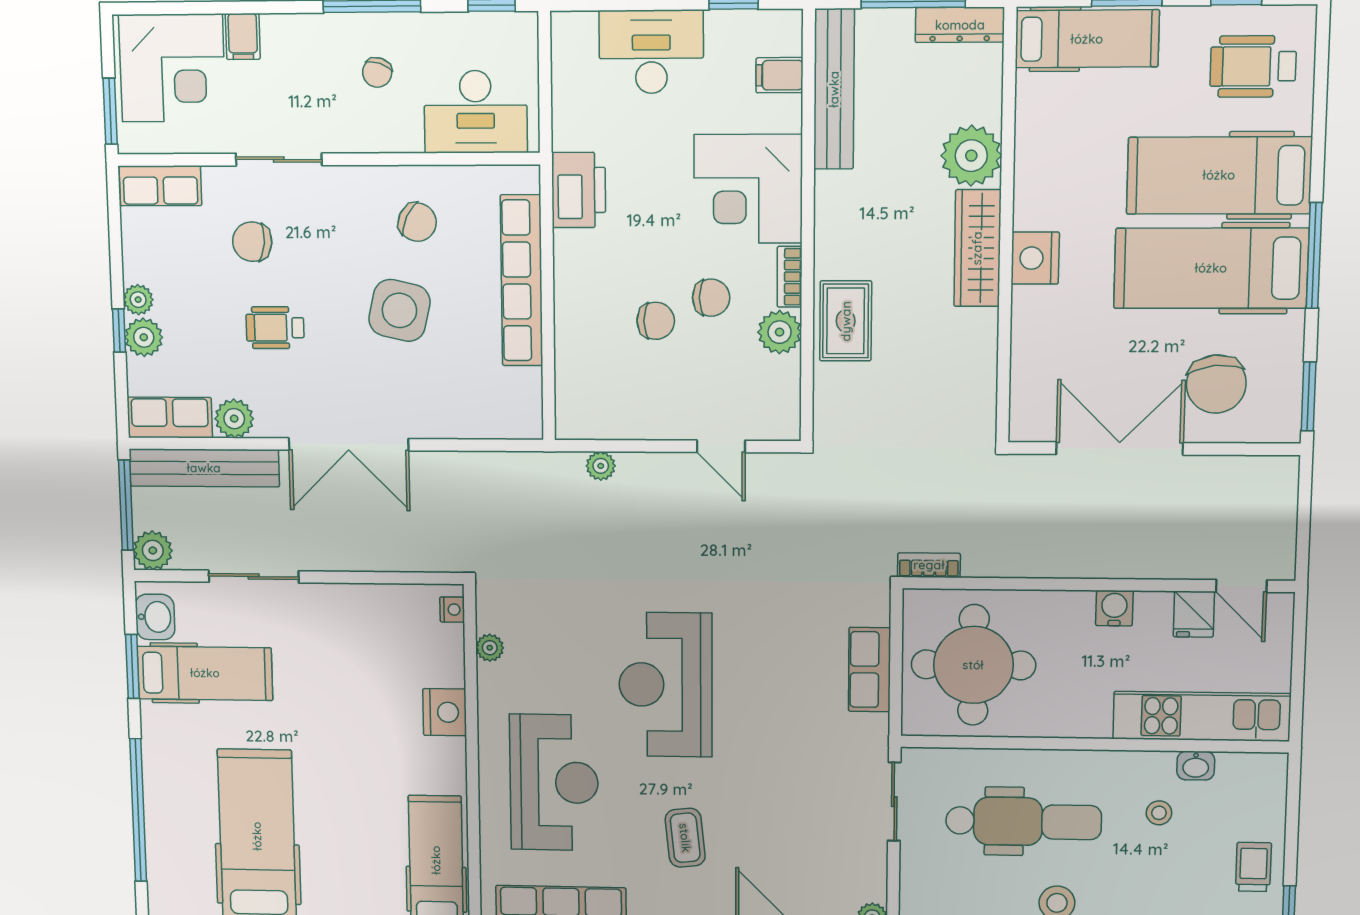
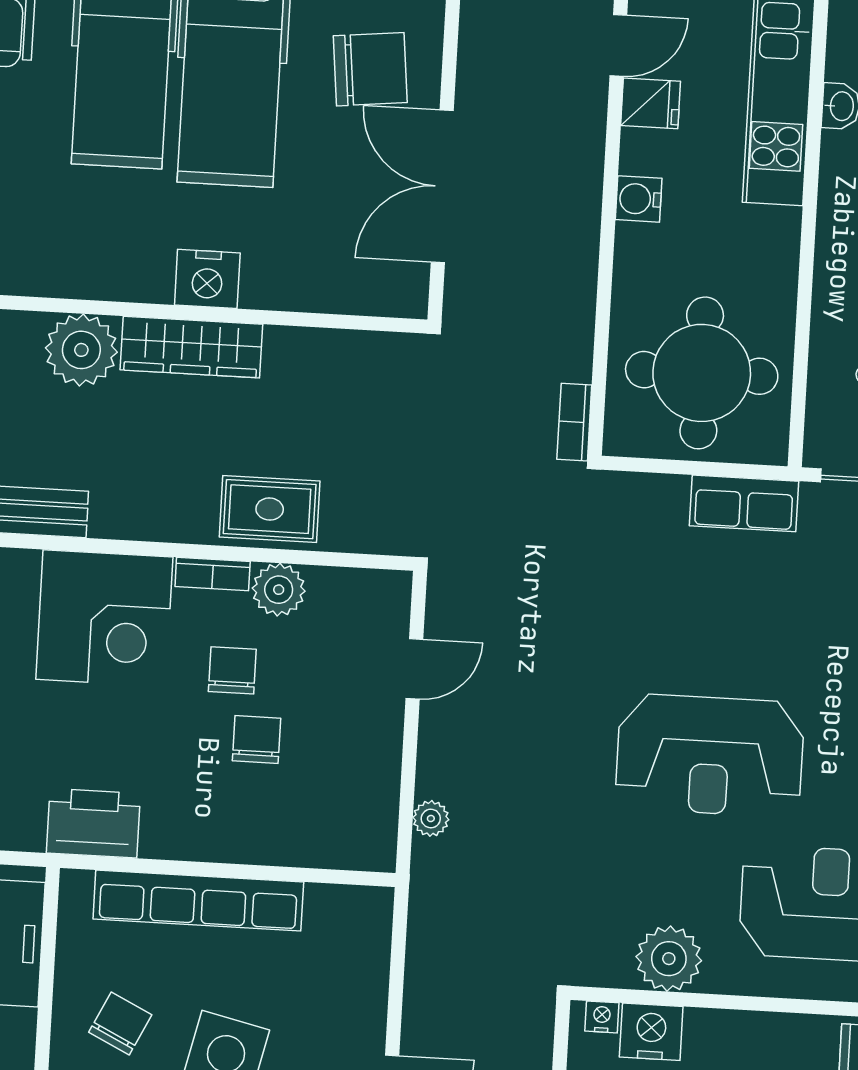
plant: (490, 648) -> (669, 959), width x1.87, depth x1.87
row of seats: (869, 670) -> (744, 503), moved
nightstand: (445, 712) -> (651, 1032), moved

